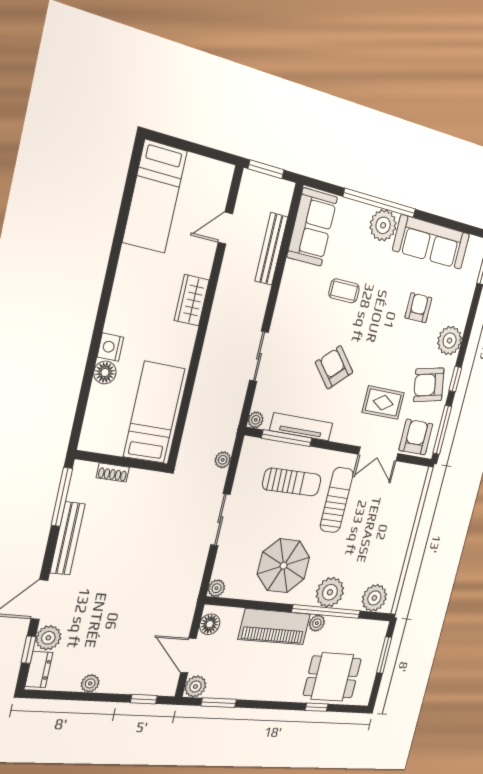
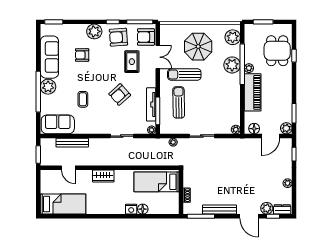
armchair: (429, 385) -> (118, 37), turned 98
parasol: (284, 566) -> (198, 47), moved

